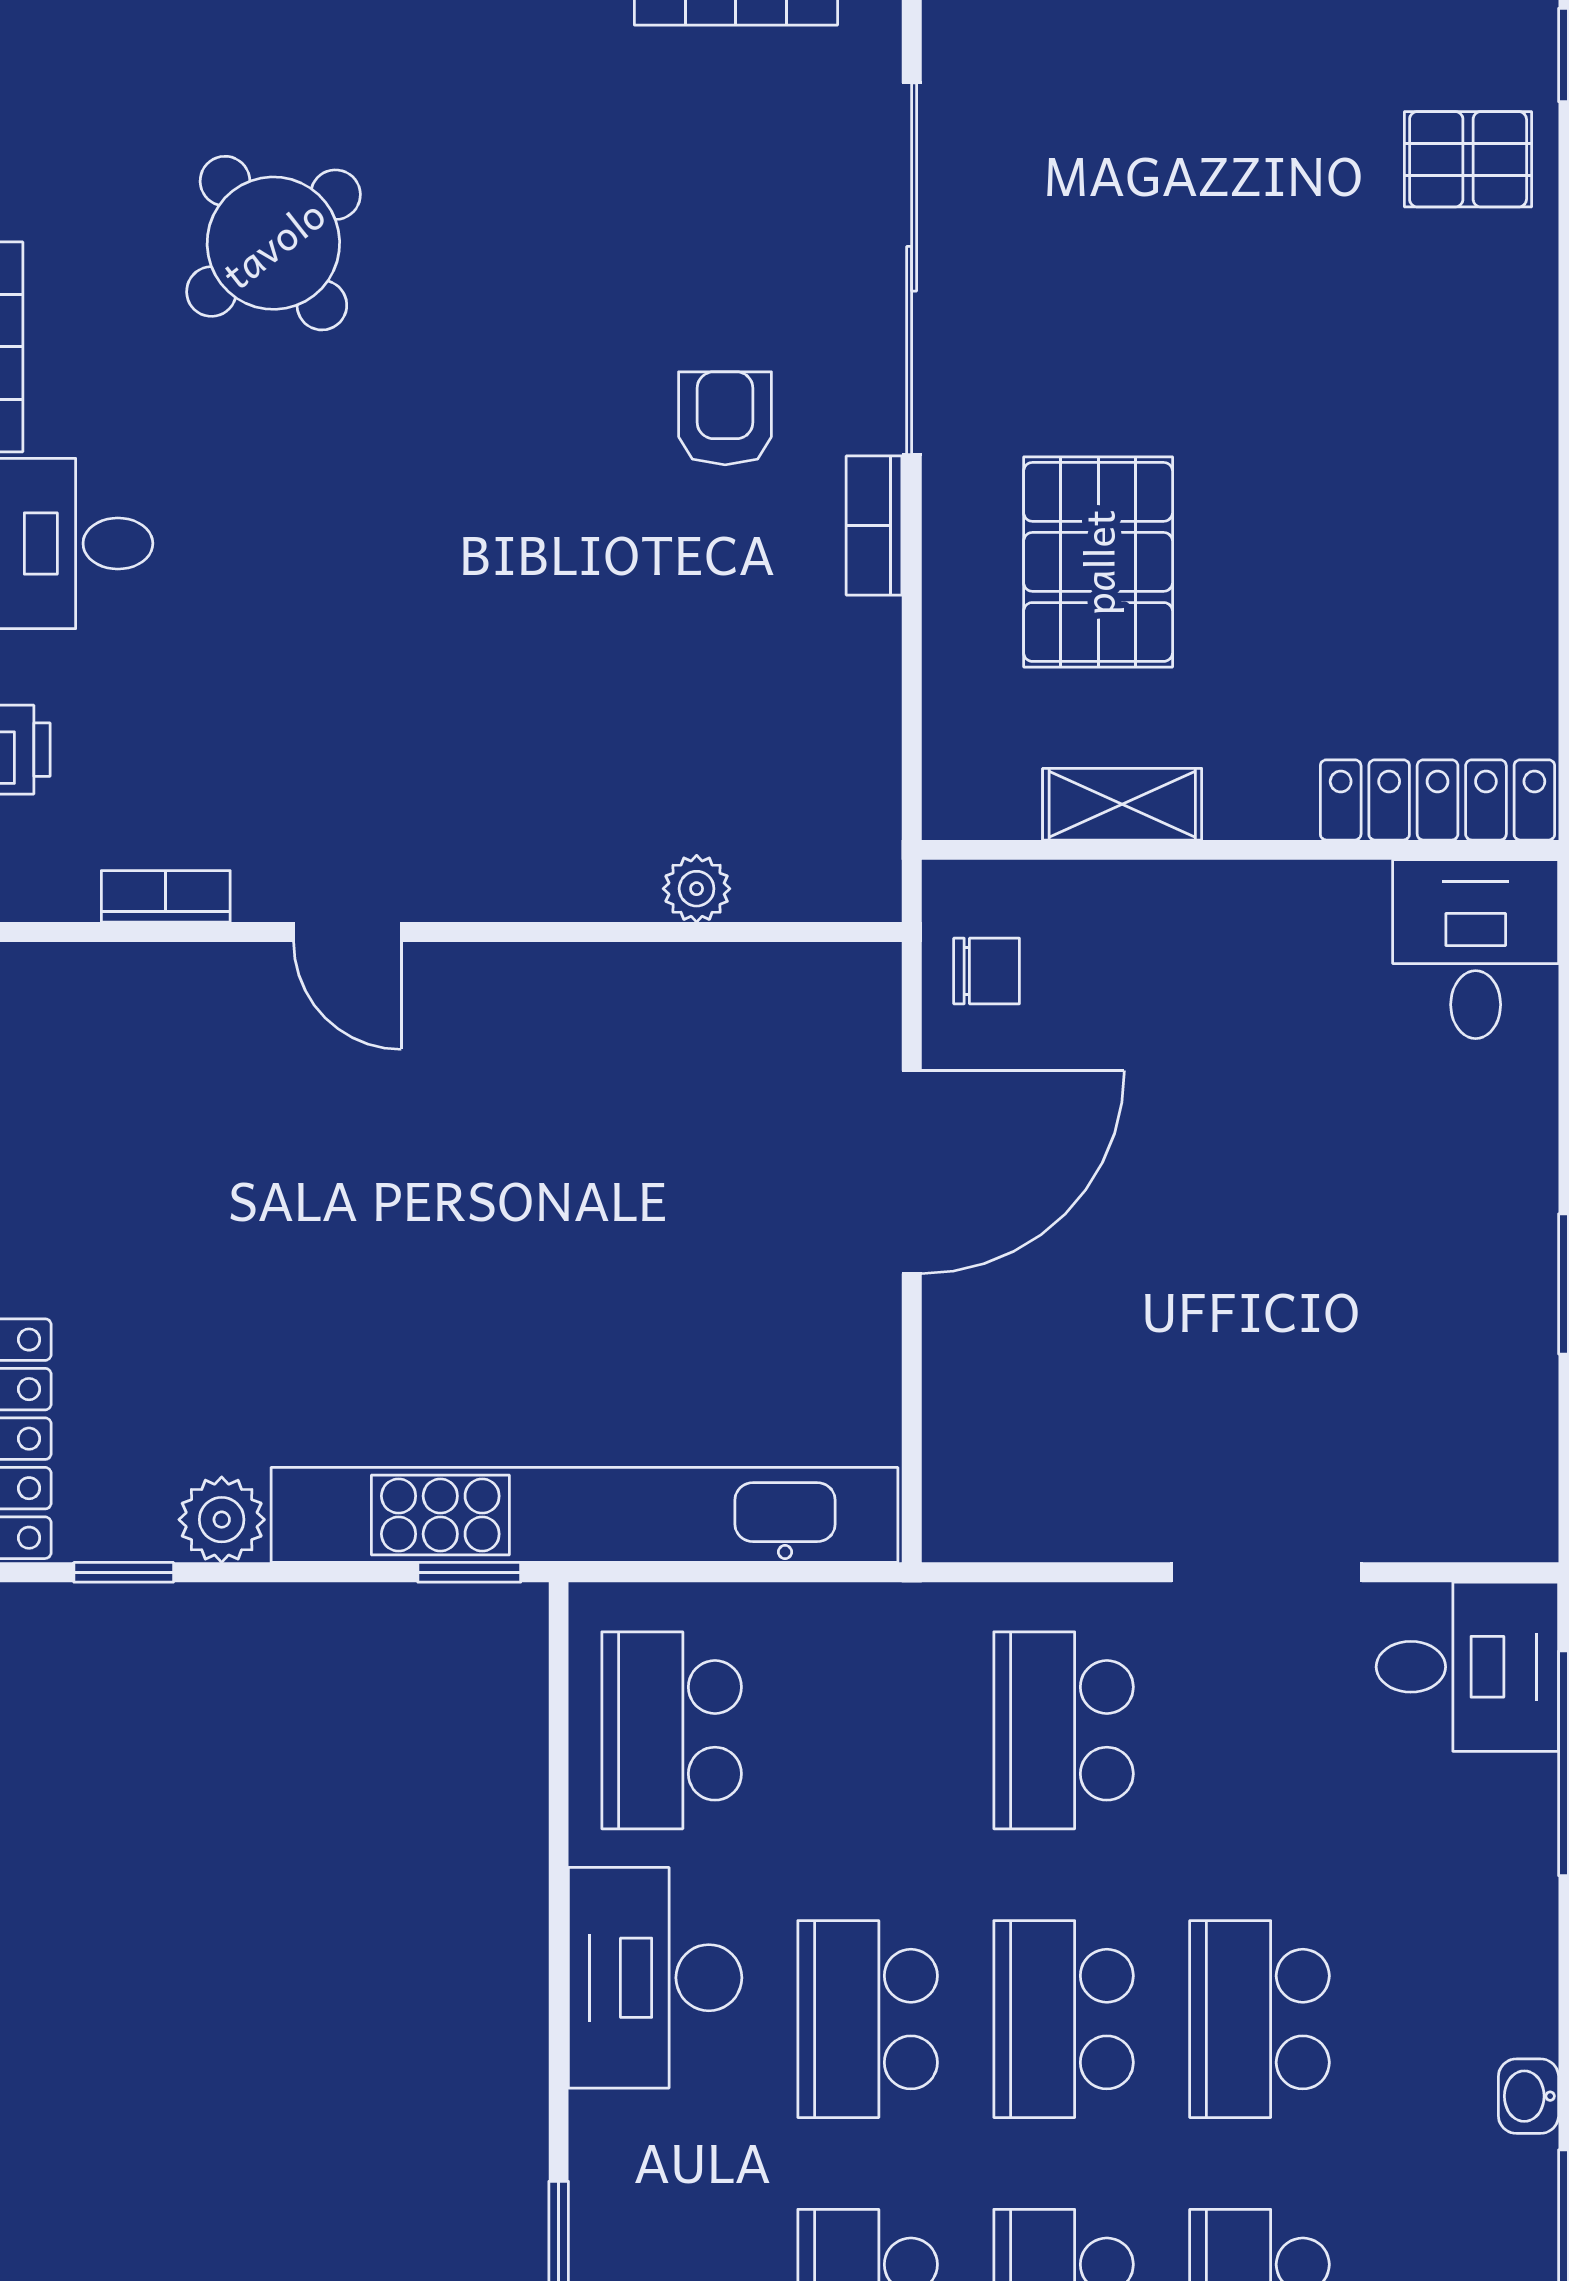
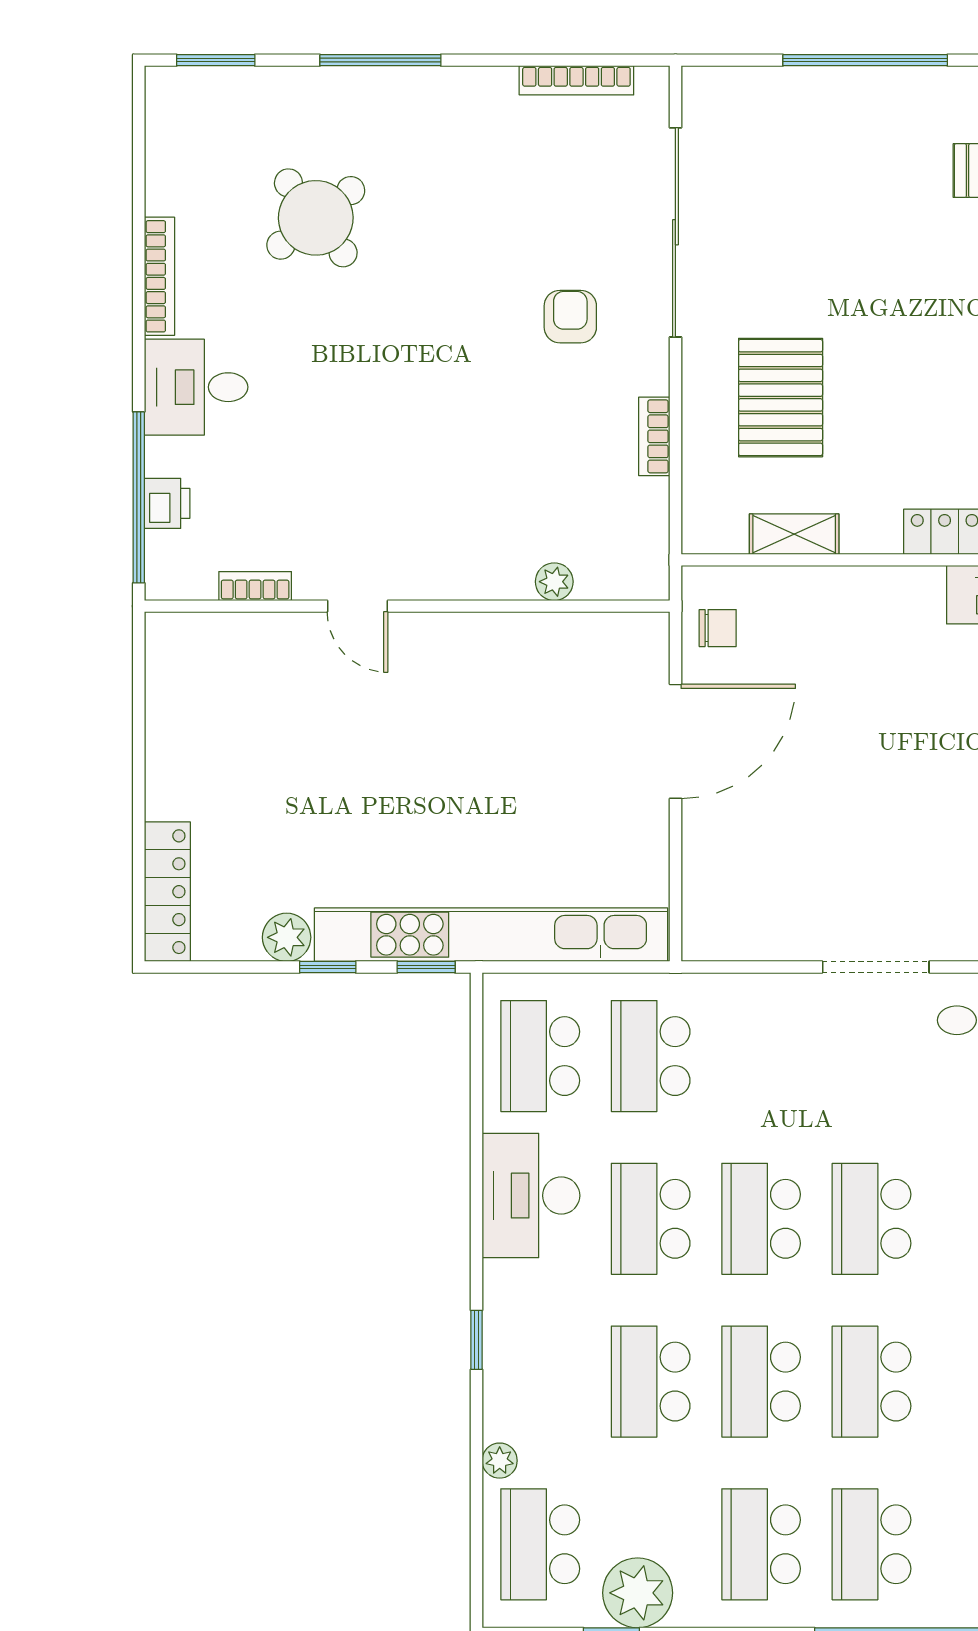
bookcase: (874, 525) -> (654, 436), moved
window: (124, 1572) -> (328, 967), moved
school desk: (1064, 1730) -> (651, 1056), moved

